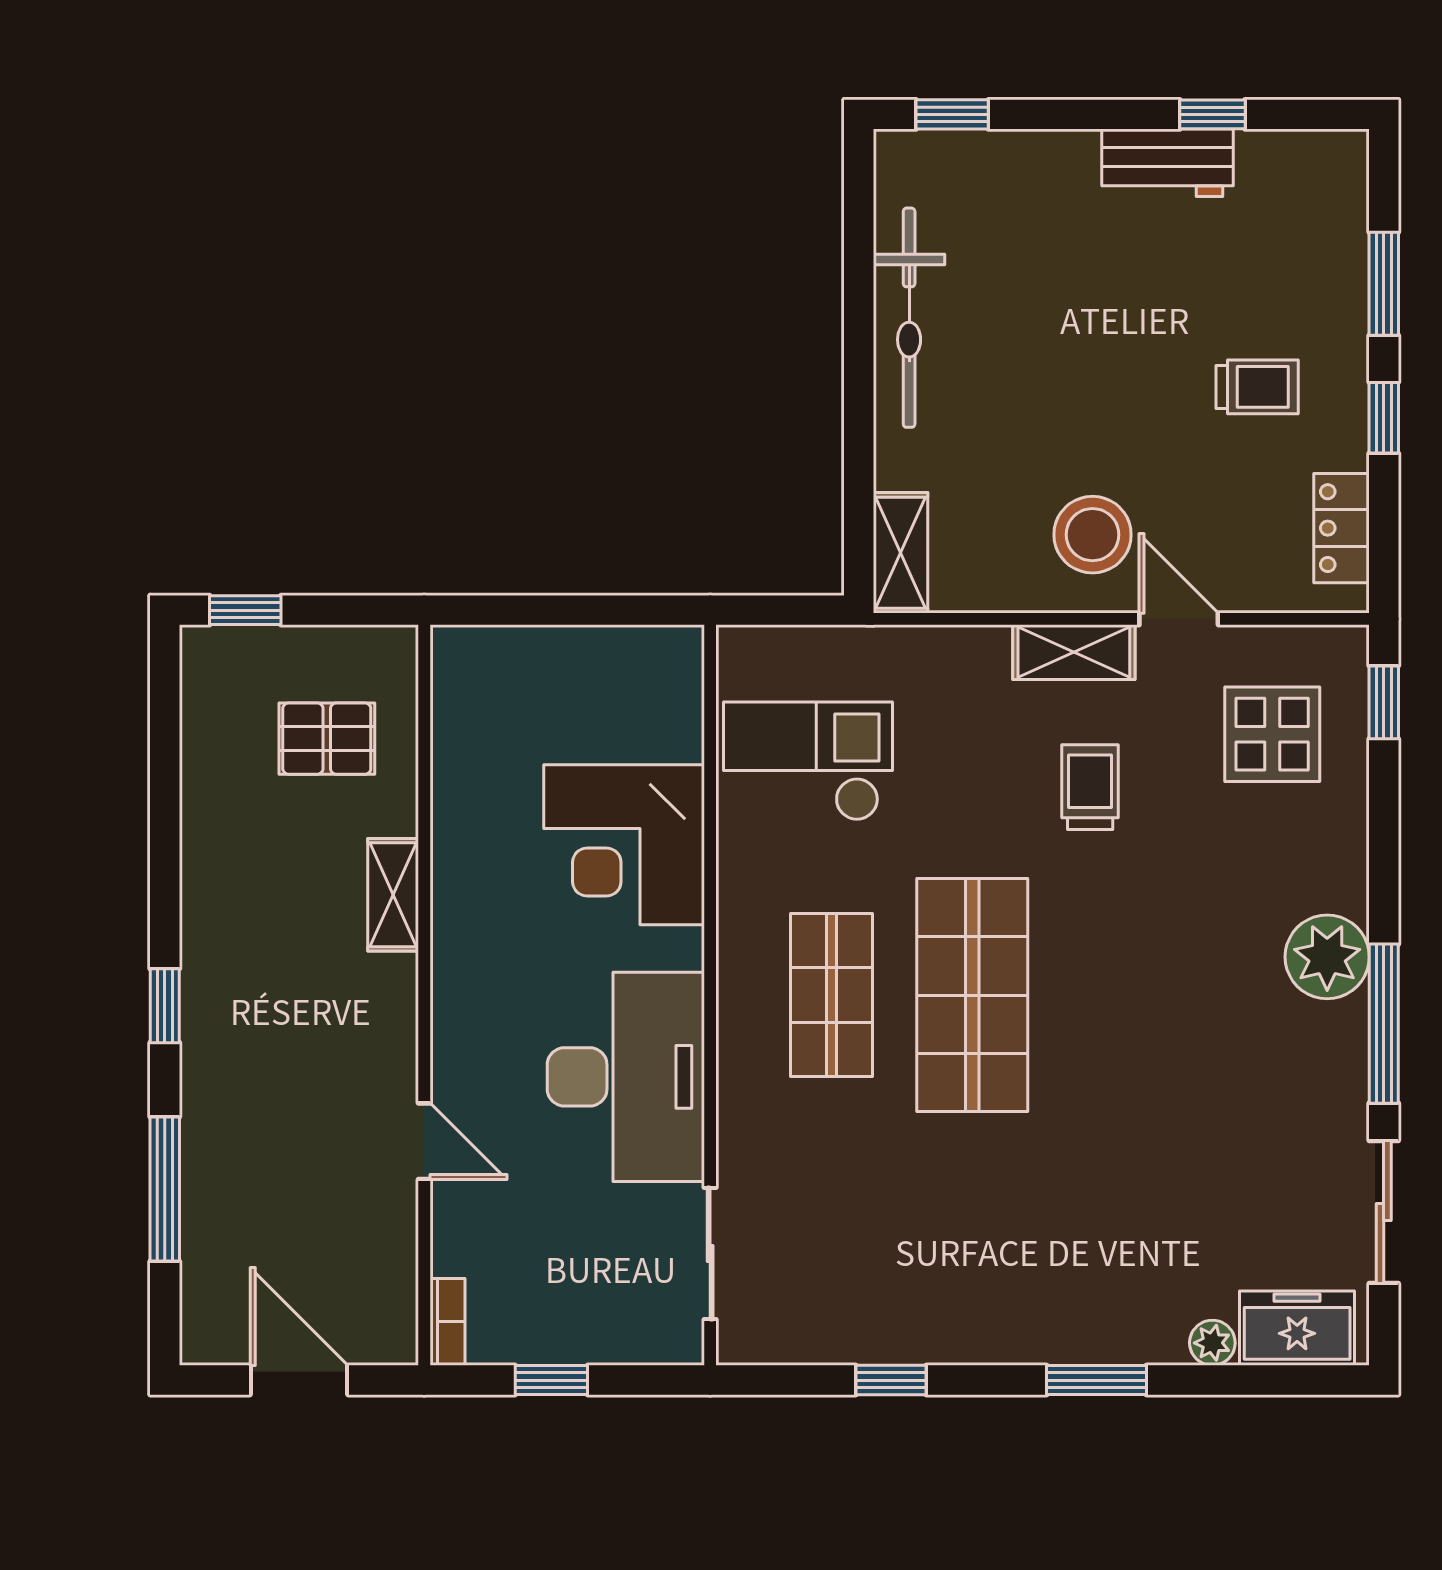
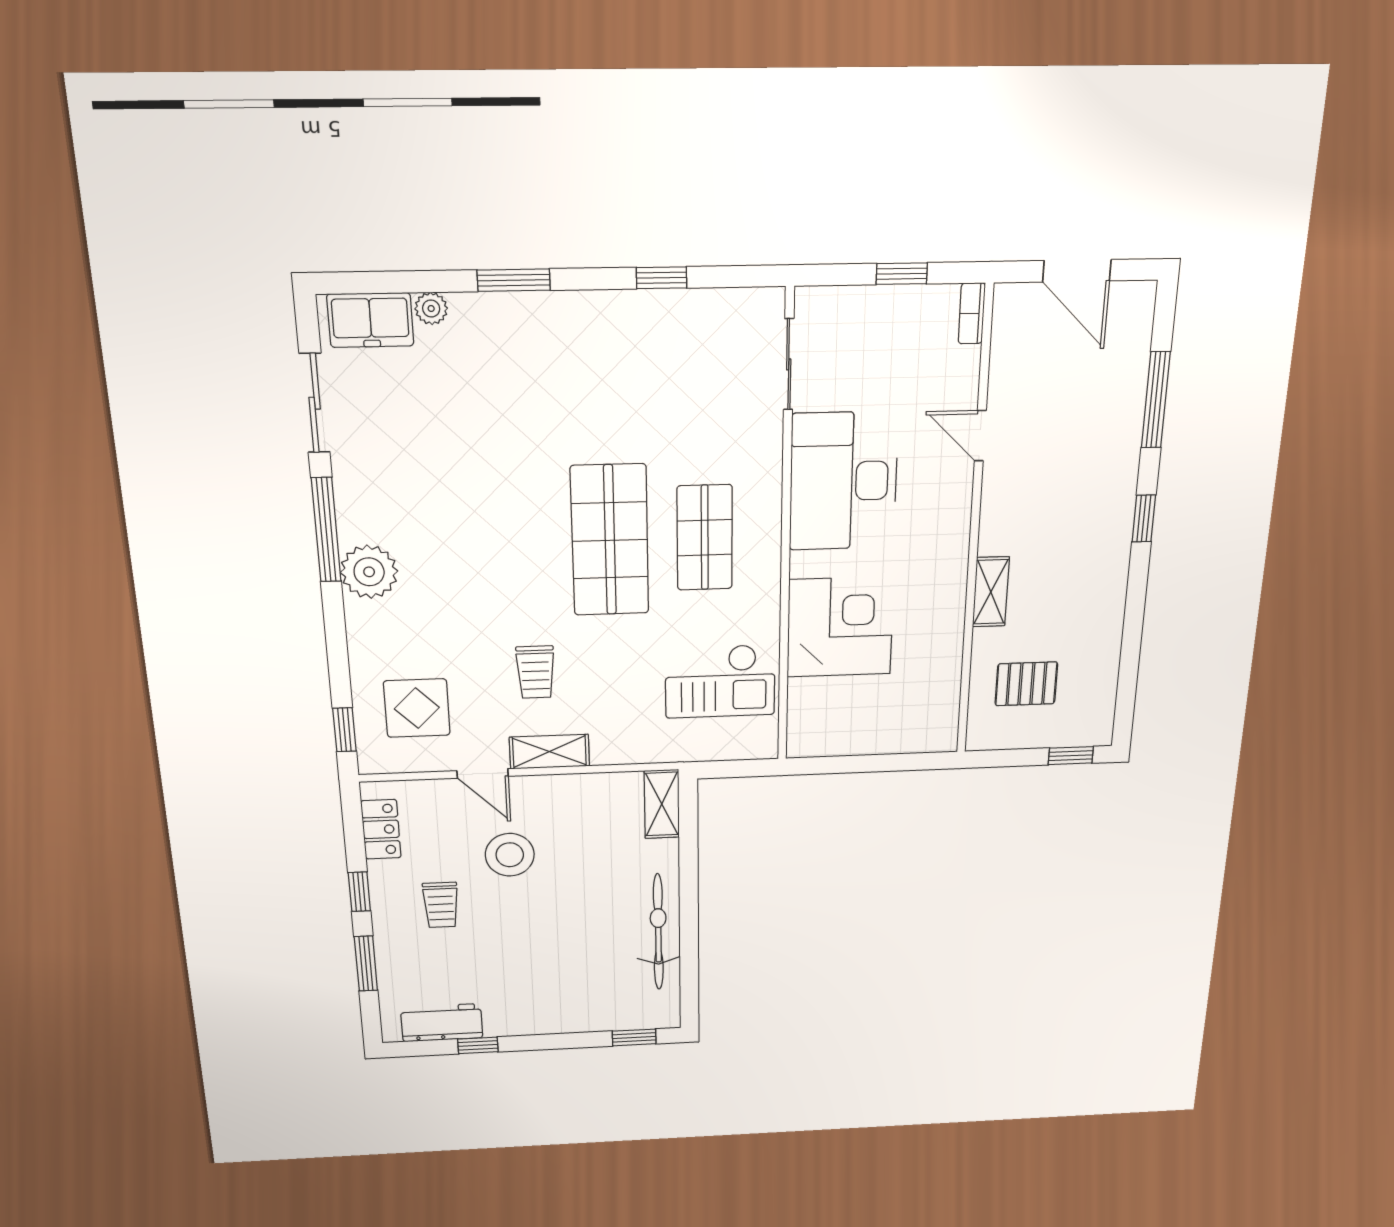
workbench: (1167, 163) -> (442, 1023), moved
trolley: (1257, 387) -> (441, 905), turned -90
stool: (1093, 535) -> (510, 855), moved

